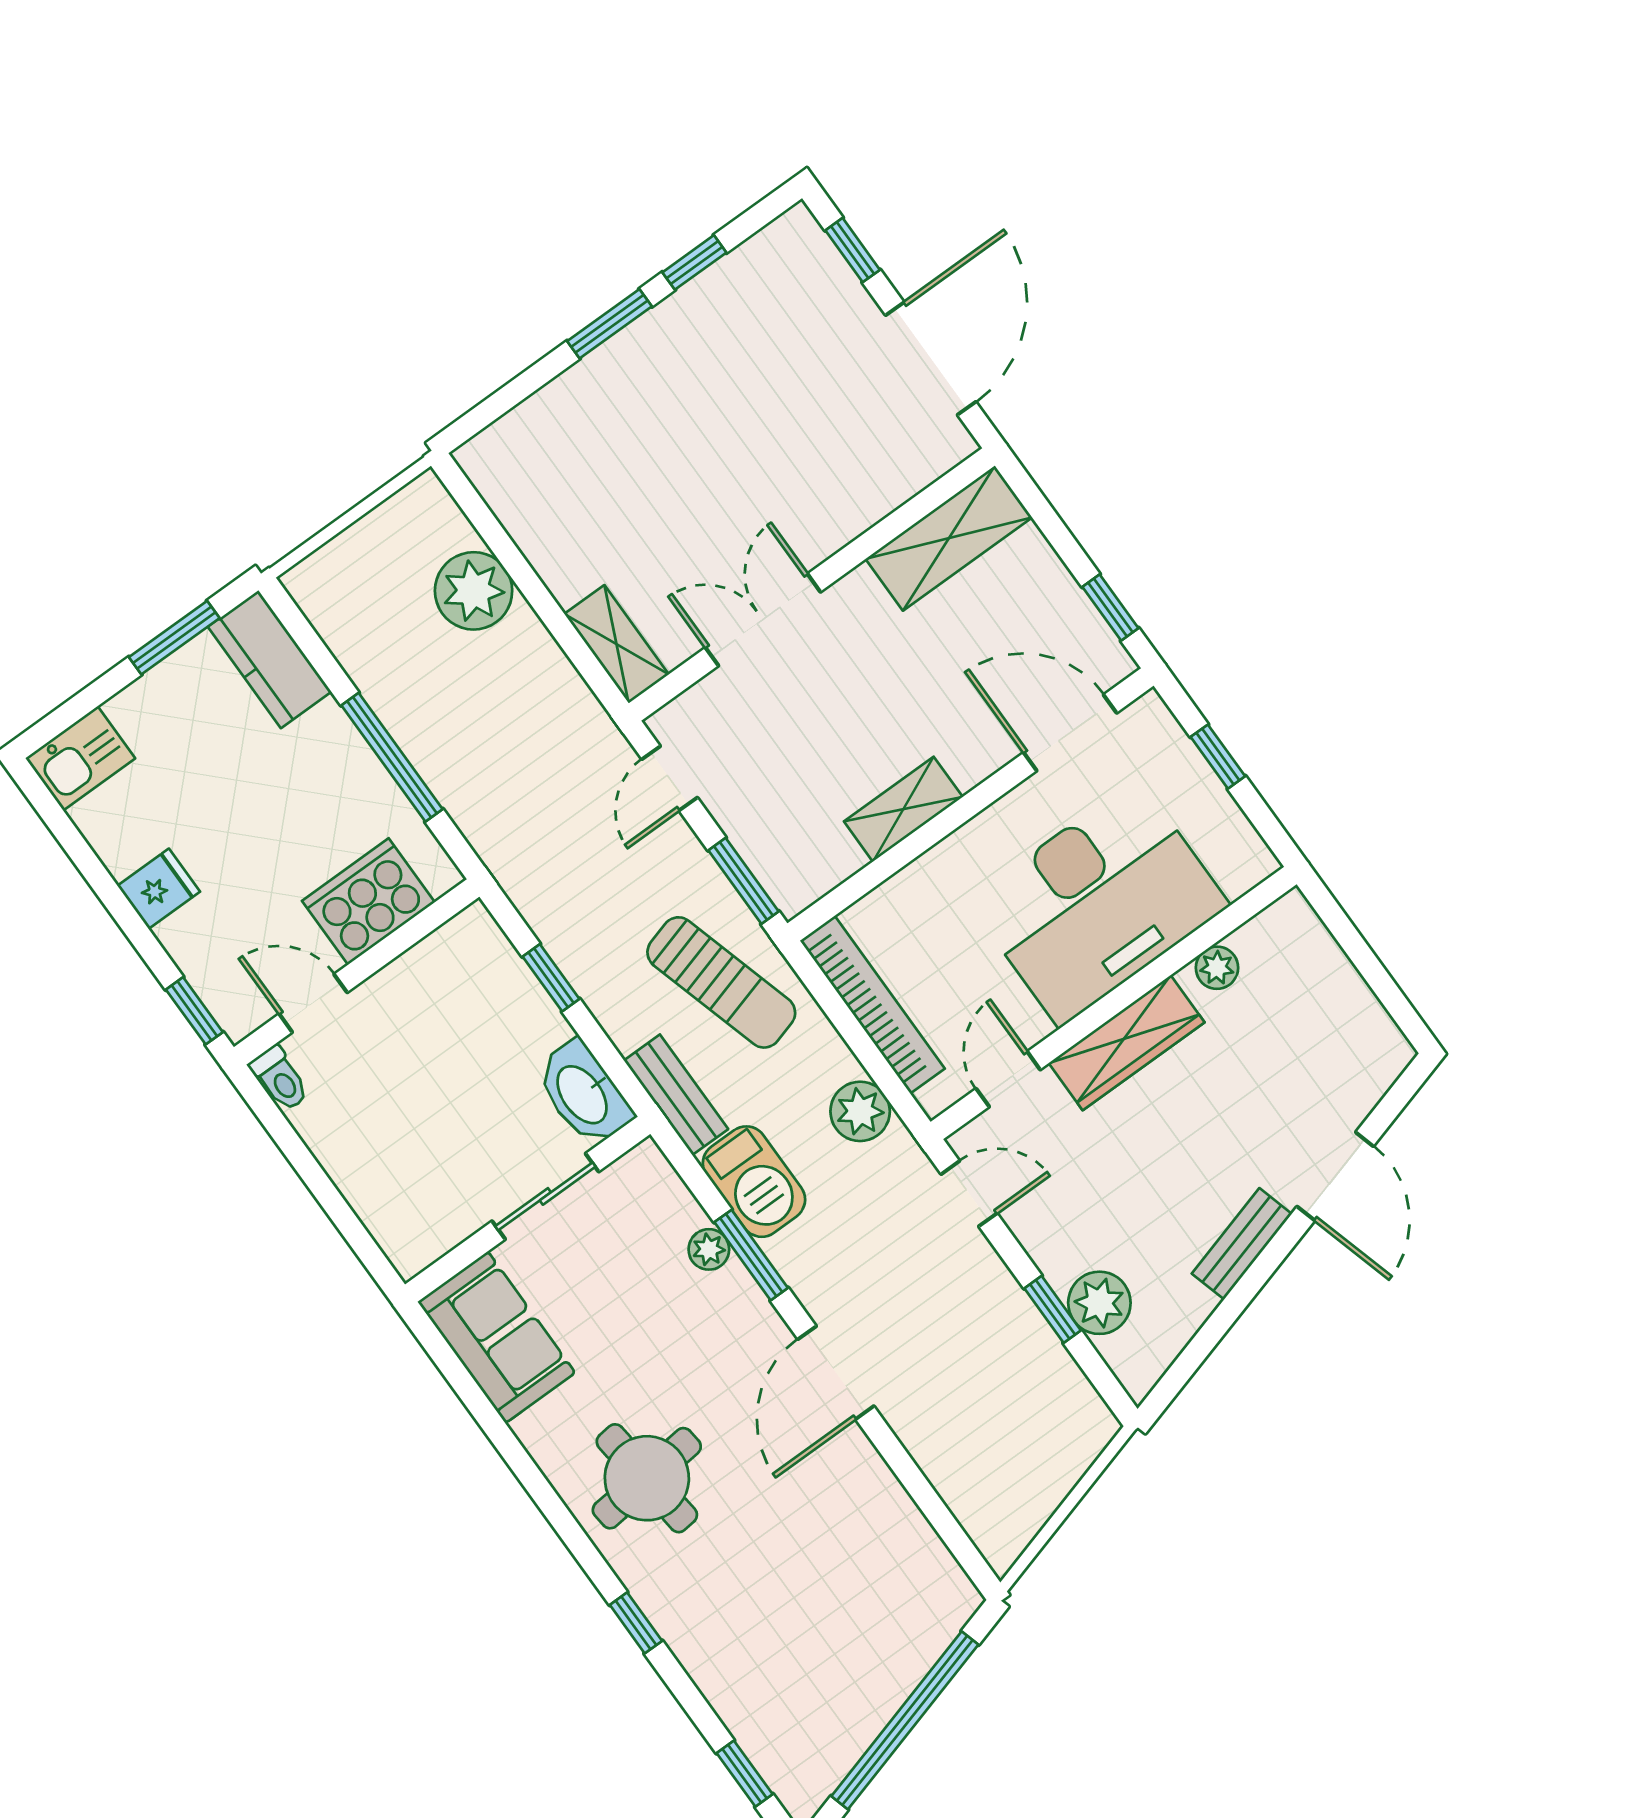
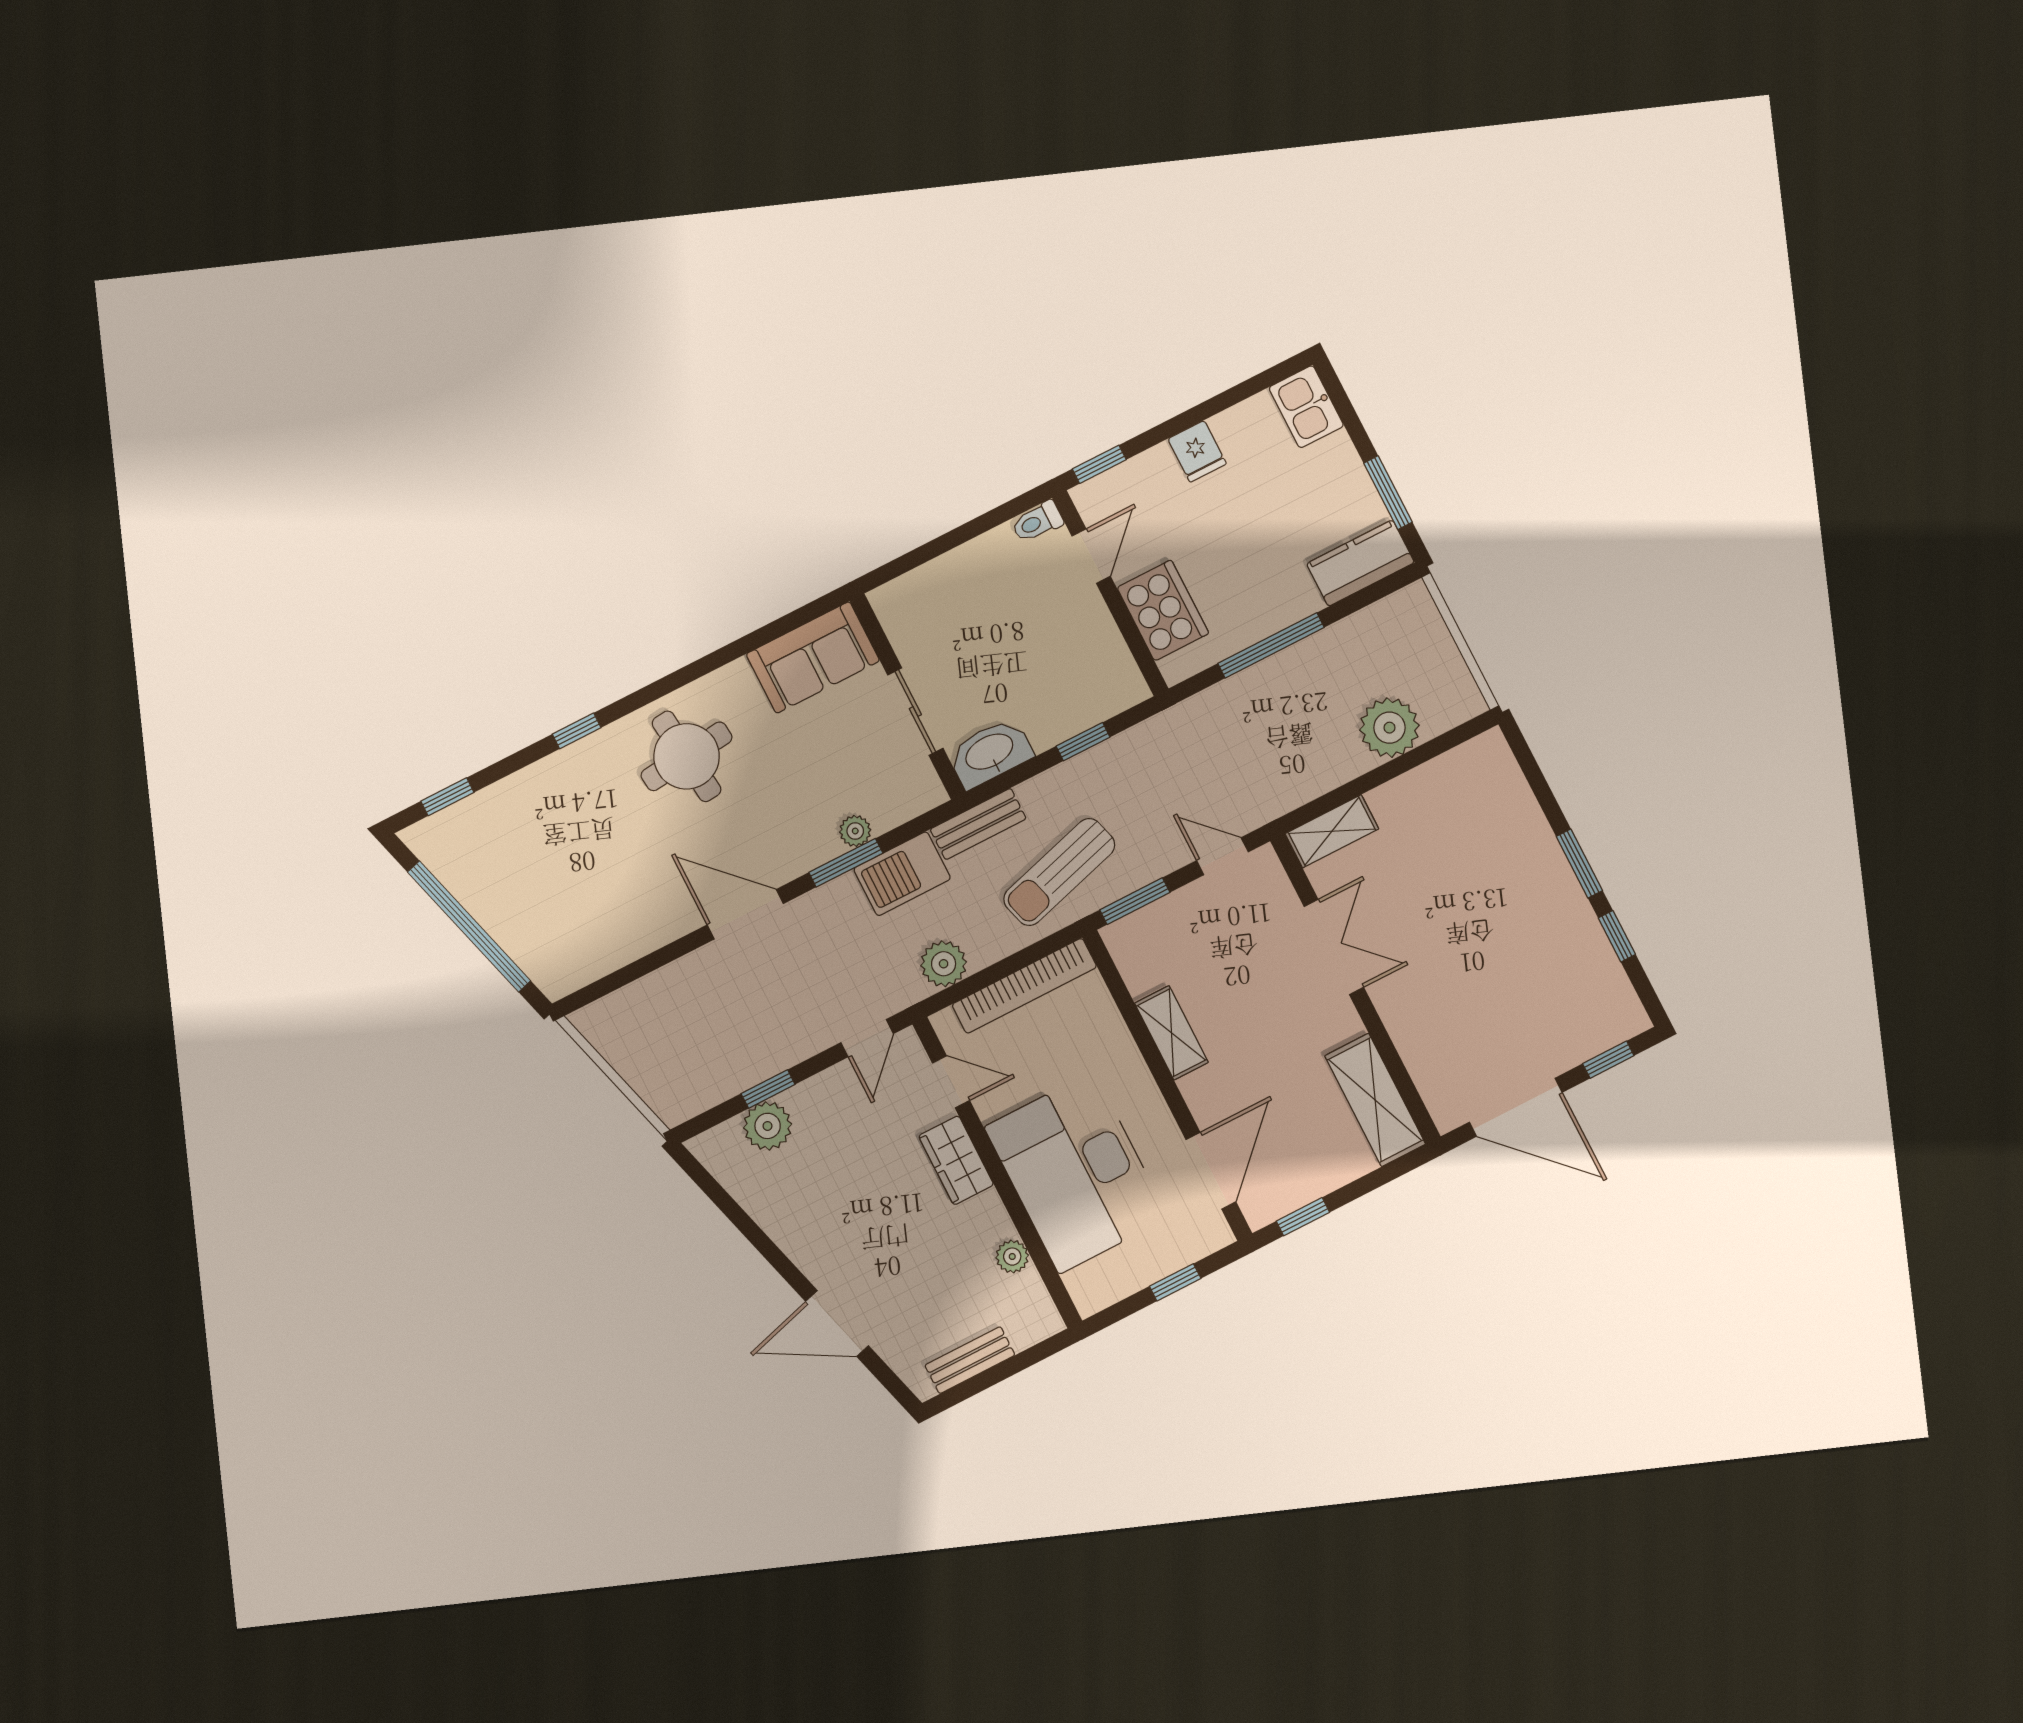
wardrobe: (1127, 1043) -> (956, 1160), width x0.67
bench: (1242, 1244) -> (970, 1360), moved, turned -74

